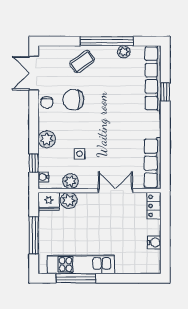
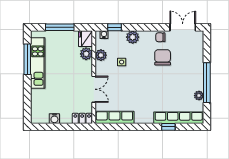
coffee table: (82, 62) -> (191, 64), removed

